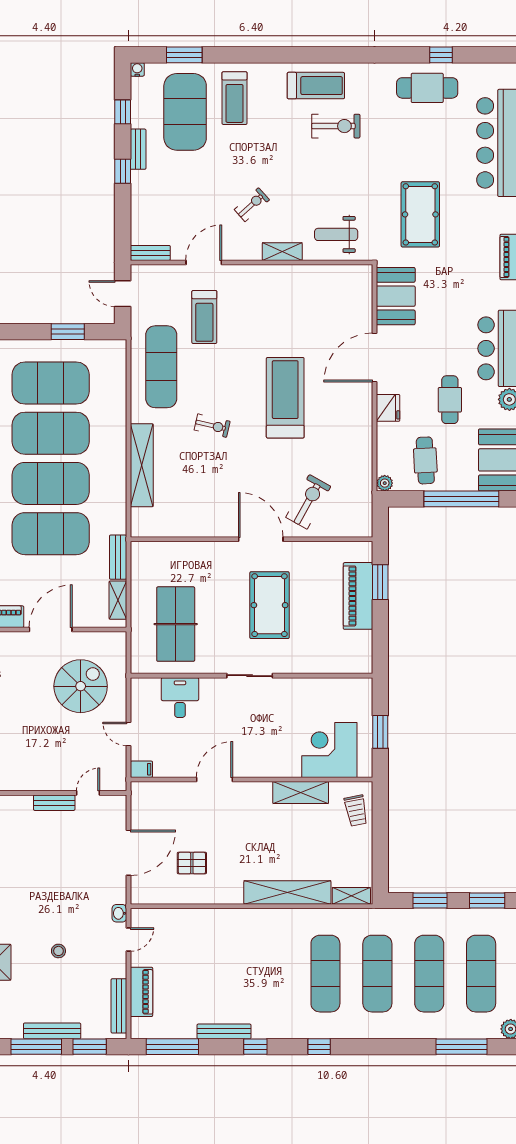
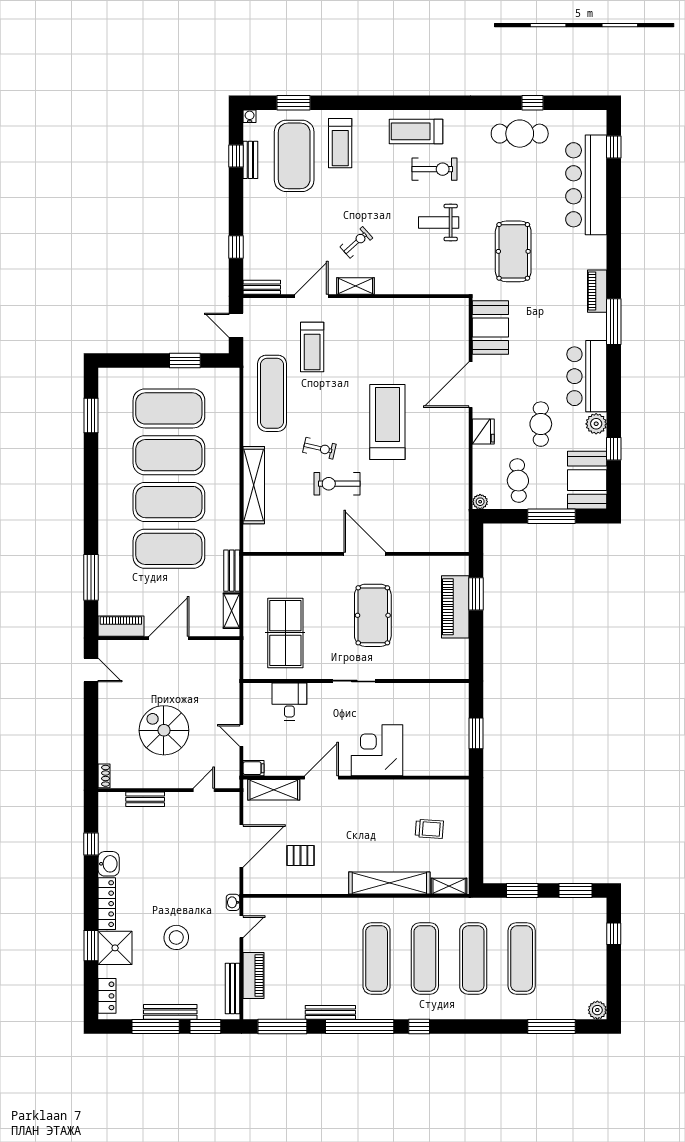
treadmill: (316, 86) -> (416, 131), turned 180
bench: (138, 149) -> (250, 160), moved
window: (123, 171) -> (236, 247), moved
weight bench: (336, 234) -> (439, 223), moved
shelving: (282, 252) -> (355, 286), moved
window: (461, 499) -> (551, 516), width x0.68
exercise bike: (308, 502) -> (337, 484), moved, turned -119
spiral stairs: (81, 686) -> (164, 730), moved, turned -90
corner desk: (329, 750) -> (377, 750), moved
shelving: (301, 793) -> (274, 790), moved
bench: (54, 803) -> (145, 799), moved
trolley: (356, 811) -> (429, 829), moved, turned -75
stool: (58, 951) -> (176, 937), width x1.89, depth x1.89
exercise mat: (481, 974) -> (377, 958), moved
window: (255, 1047) -> (360, 1027), width x3.17

